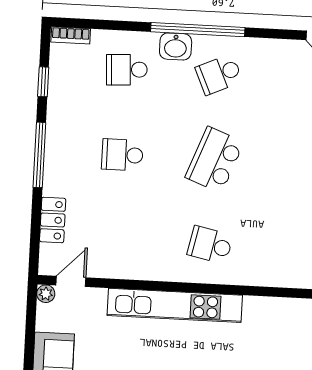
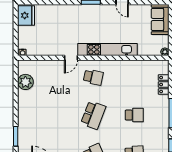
door: (71, 281) -> (71, 58), moved

